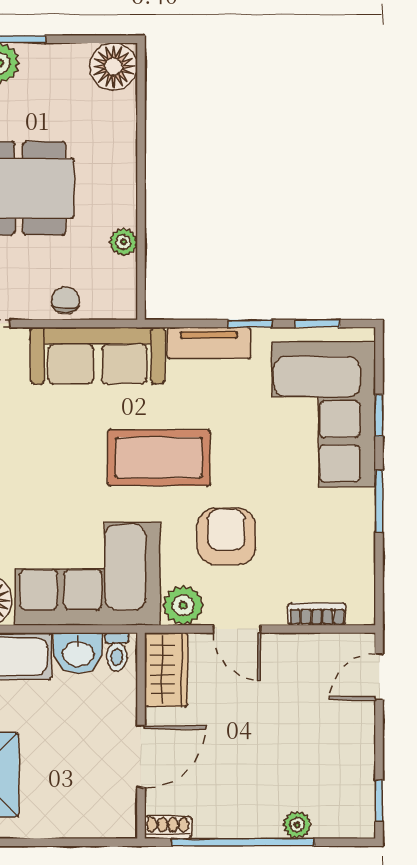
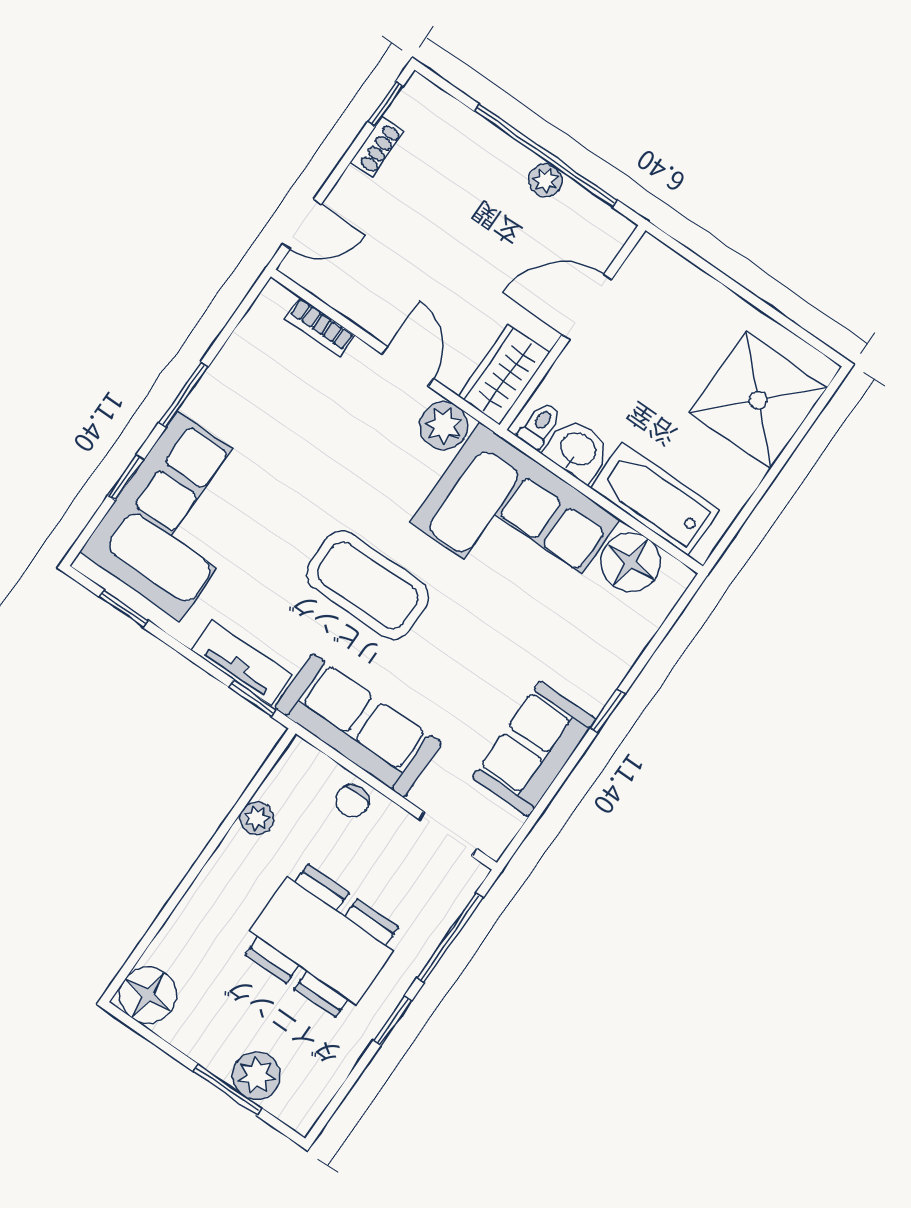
window: (250, 323) -> (252, 698), moved
armchair: (226, 537) -> (355, 463), removed
plant: (297, 825) -> (546, 180), moved
shoe rack: (168, 827) -> (377, 147), moved, turned -90

